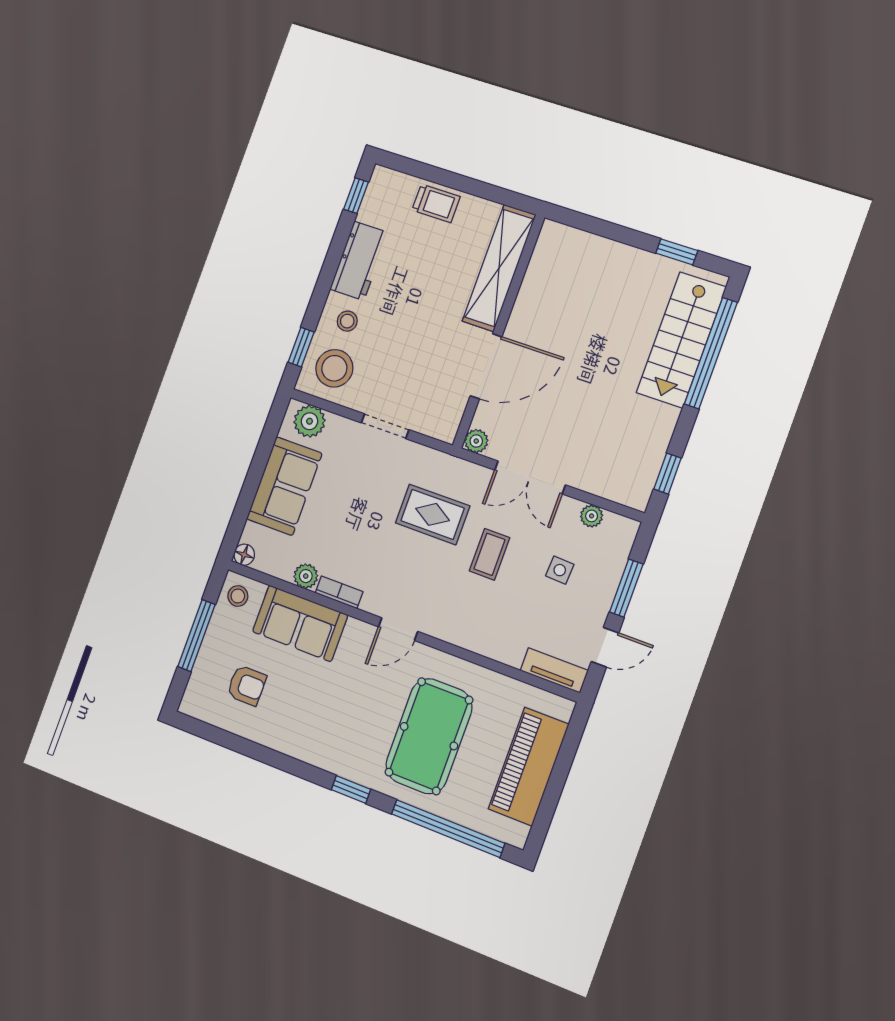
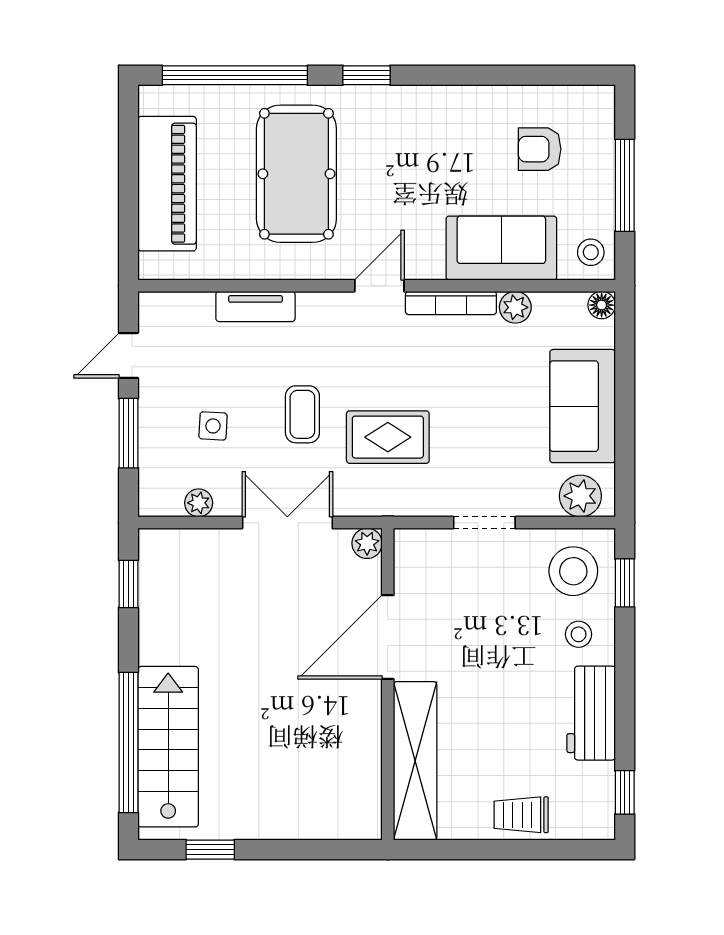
bookcase: (339, 592) -> (451, 303), width x1.56
tv unit: (554, 670) -> (255, 306), moved

